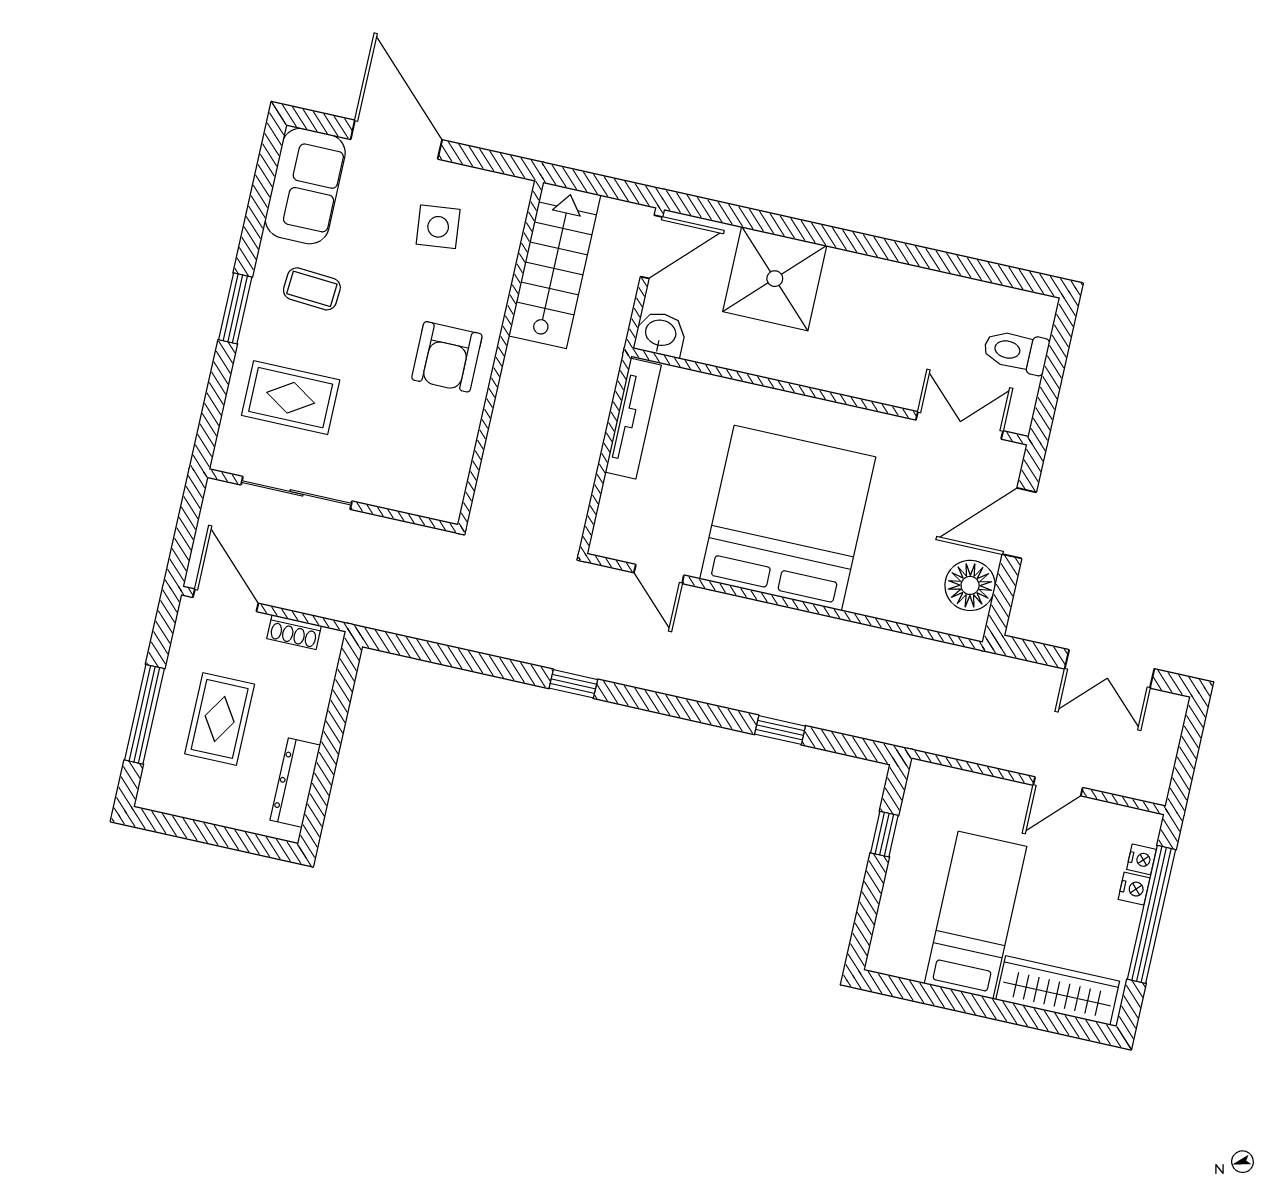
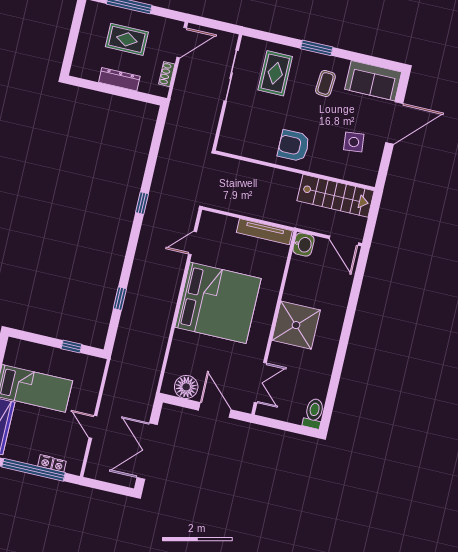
shower: (775, 279) -> (296, 325), moved
toilet: (1016, 351) -> (314, 413), moved
double door: (1109, 669) -> (147, 451), width x1.37
dresser: (295, 783) -> (119, 79), moved

